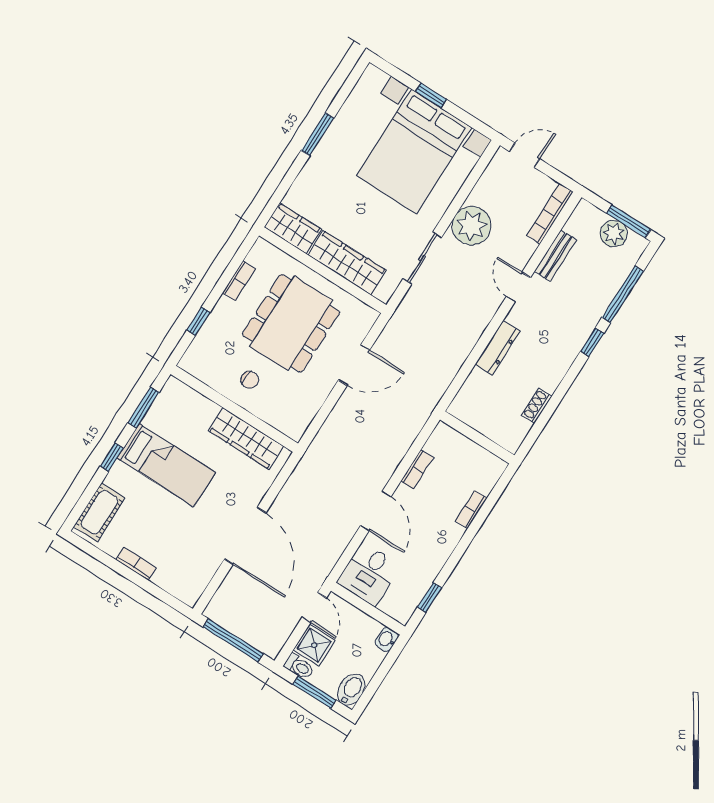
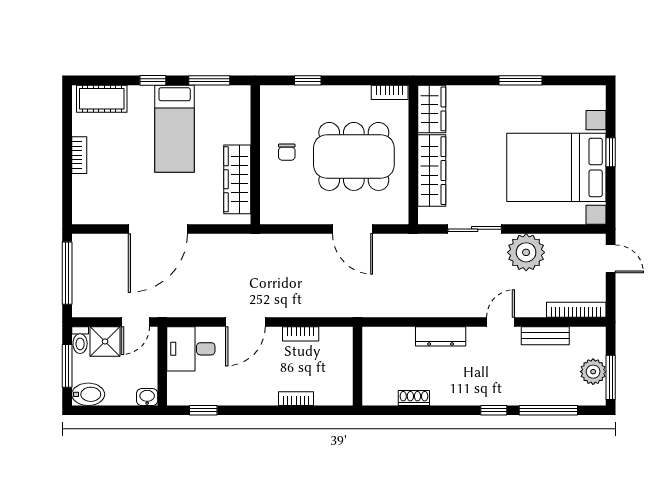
bookcase: (239, 281) -> (390, 92), moved

